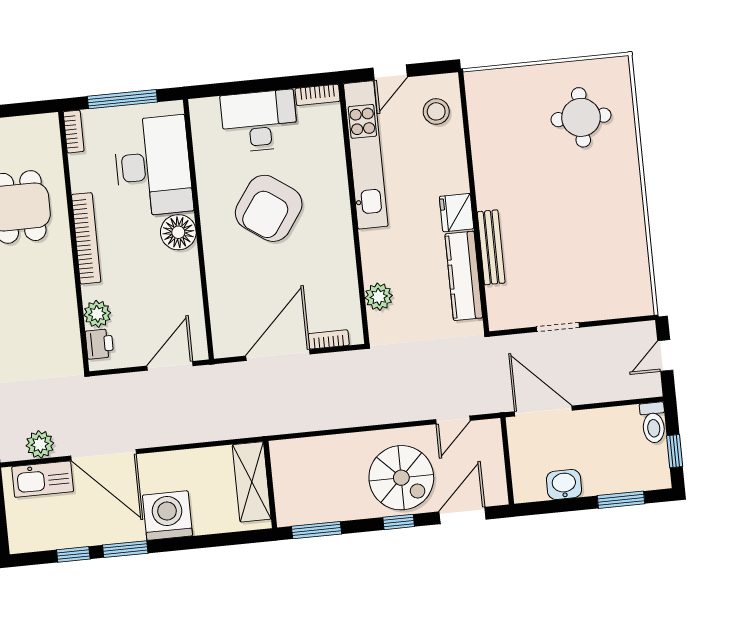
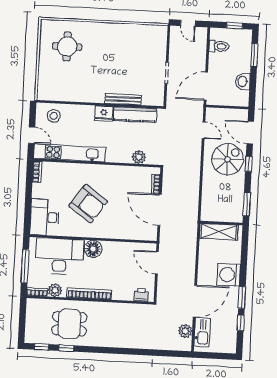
desk: (259, 121) -> (45, 217), moved
plant: (97, 314) -> (55, 290), moved
toilet: (653, 423) -> (219, 46), moved

